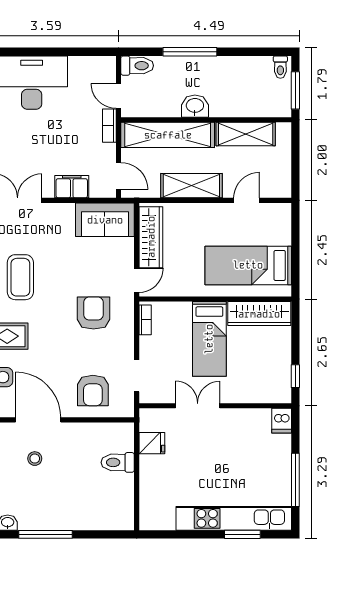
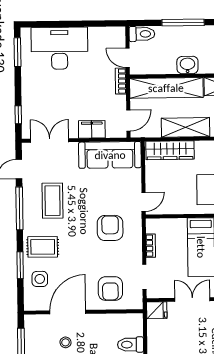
door: (118, 176) -> (128, 120), hinge flipped
sofa: (105, 220) -> (110, 155), width x1.36
wardrobe: (151, 237) -> (170, 150), moved, turned 90
bookcase: (145, 320) -> (151, 246), moved
door: (38, 420) -> (68, 312), hinge flipped
fridge: (152, 443) -> (157, 310), moved

